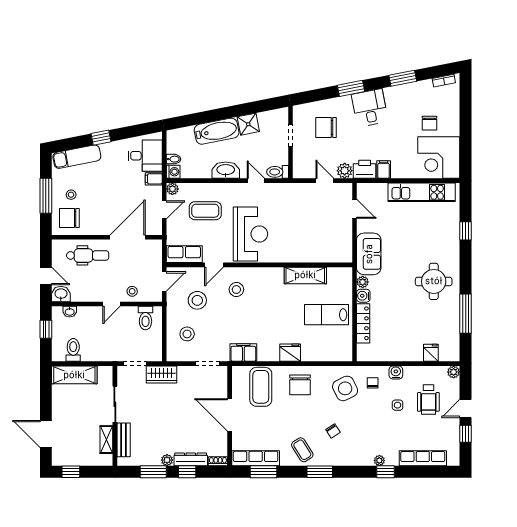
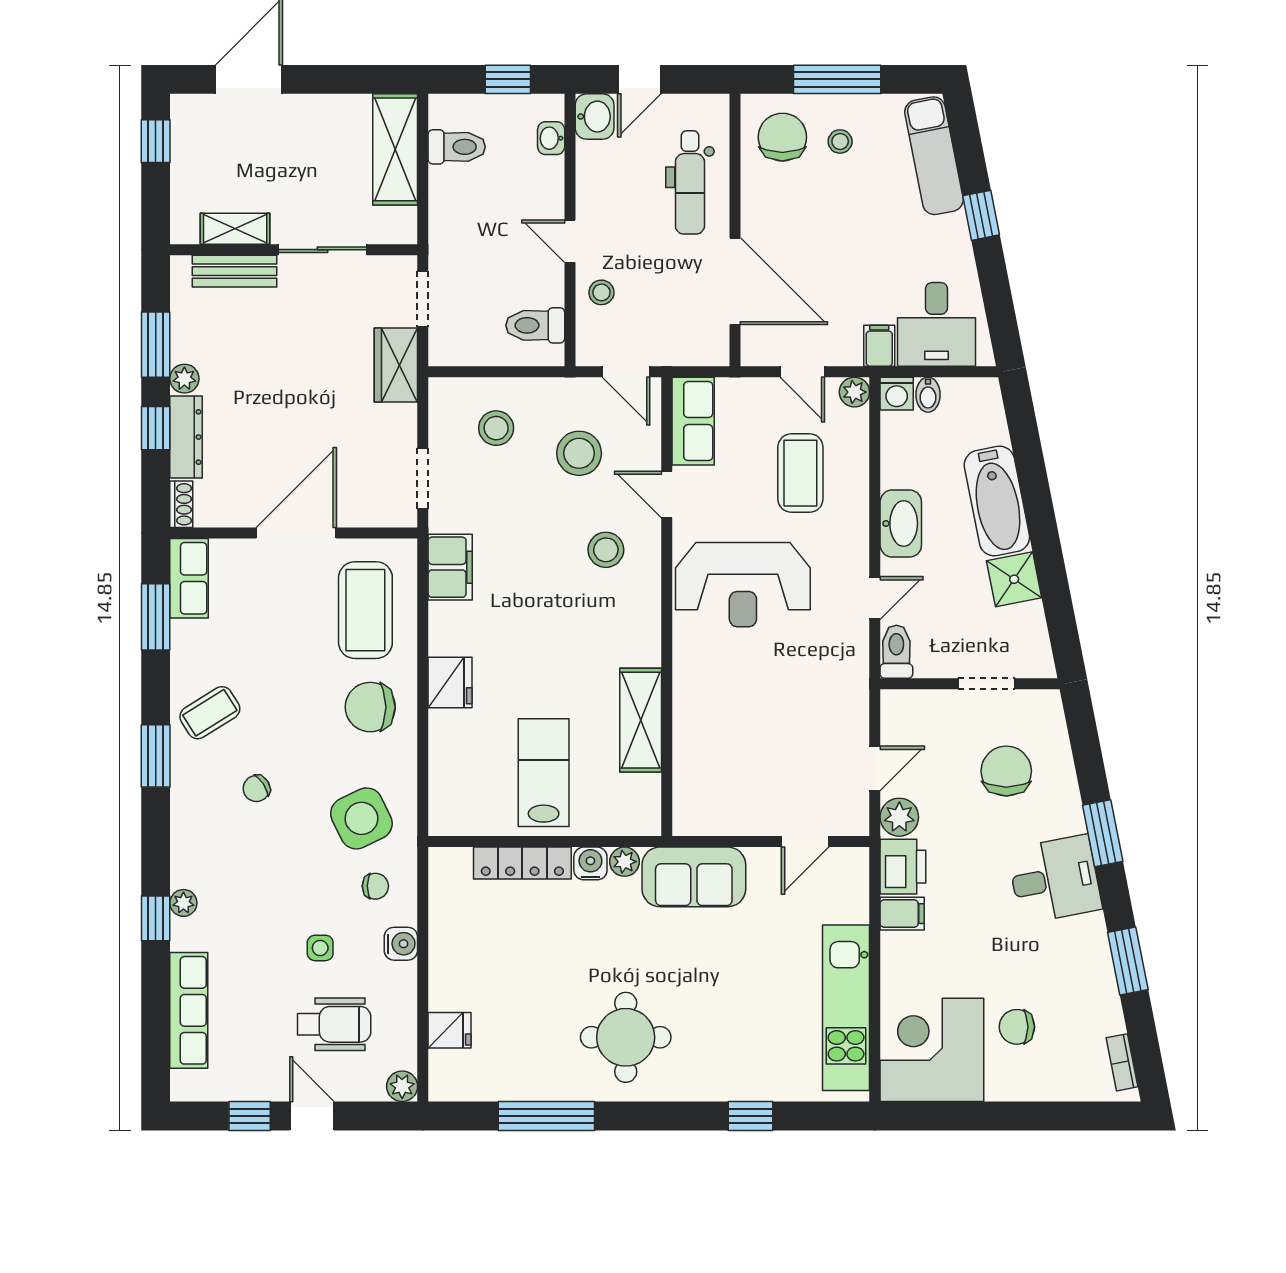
coffee table: (261, 387) -> (365, 610), turned 90
wheelchair: (428, 400) -> (334, 1024), turned 180
row of seats: (256, 458) -> (189, 578), width x0.68

